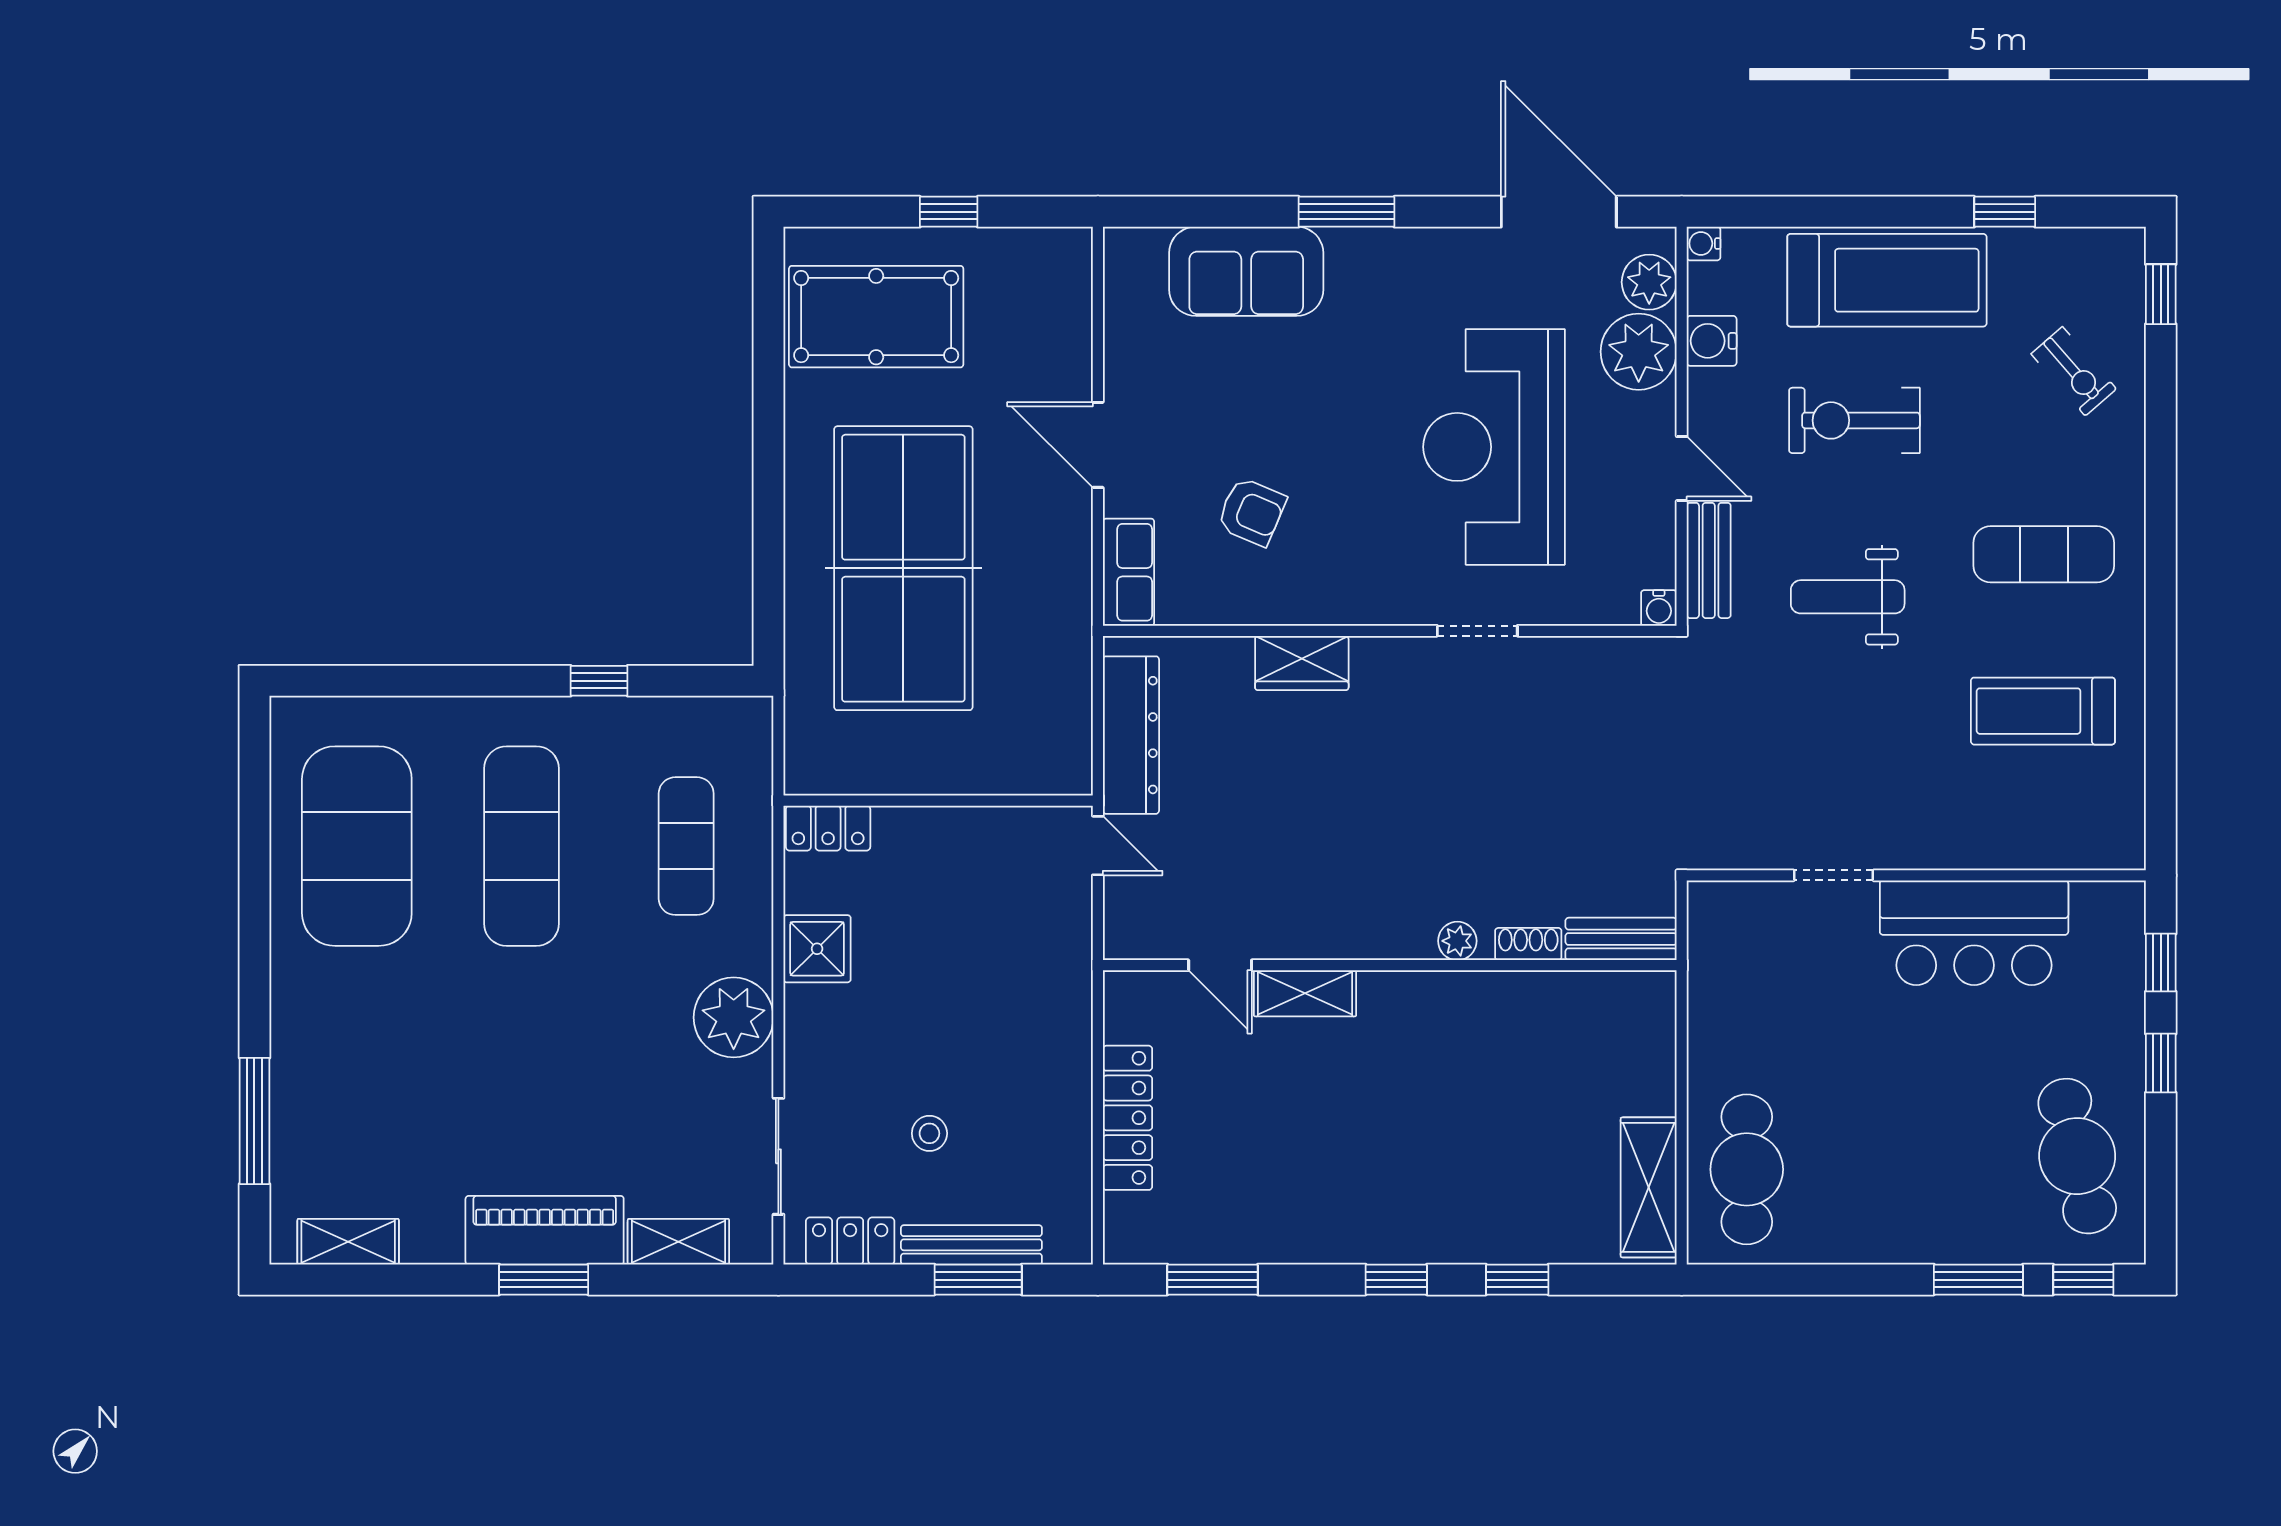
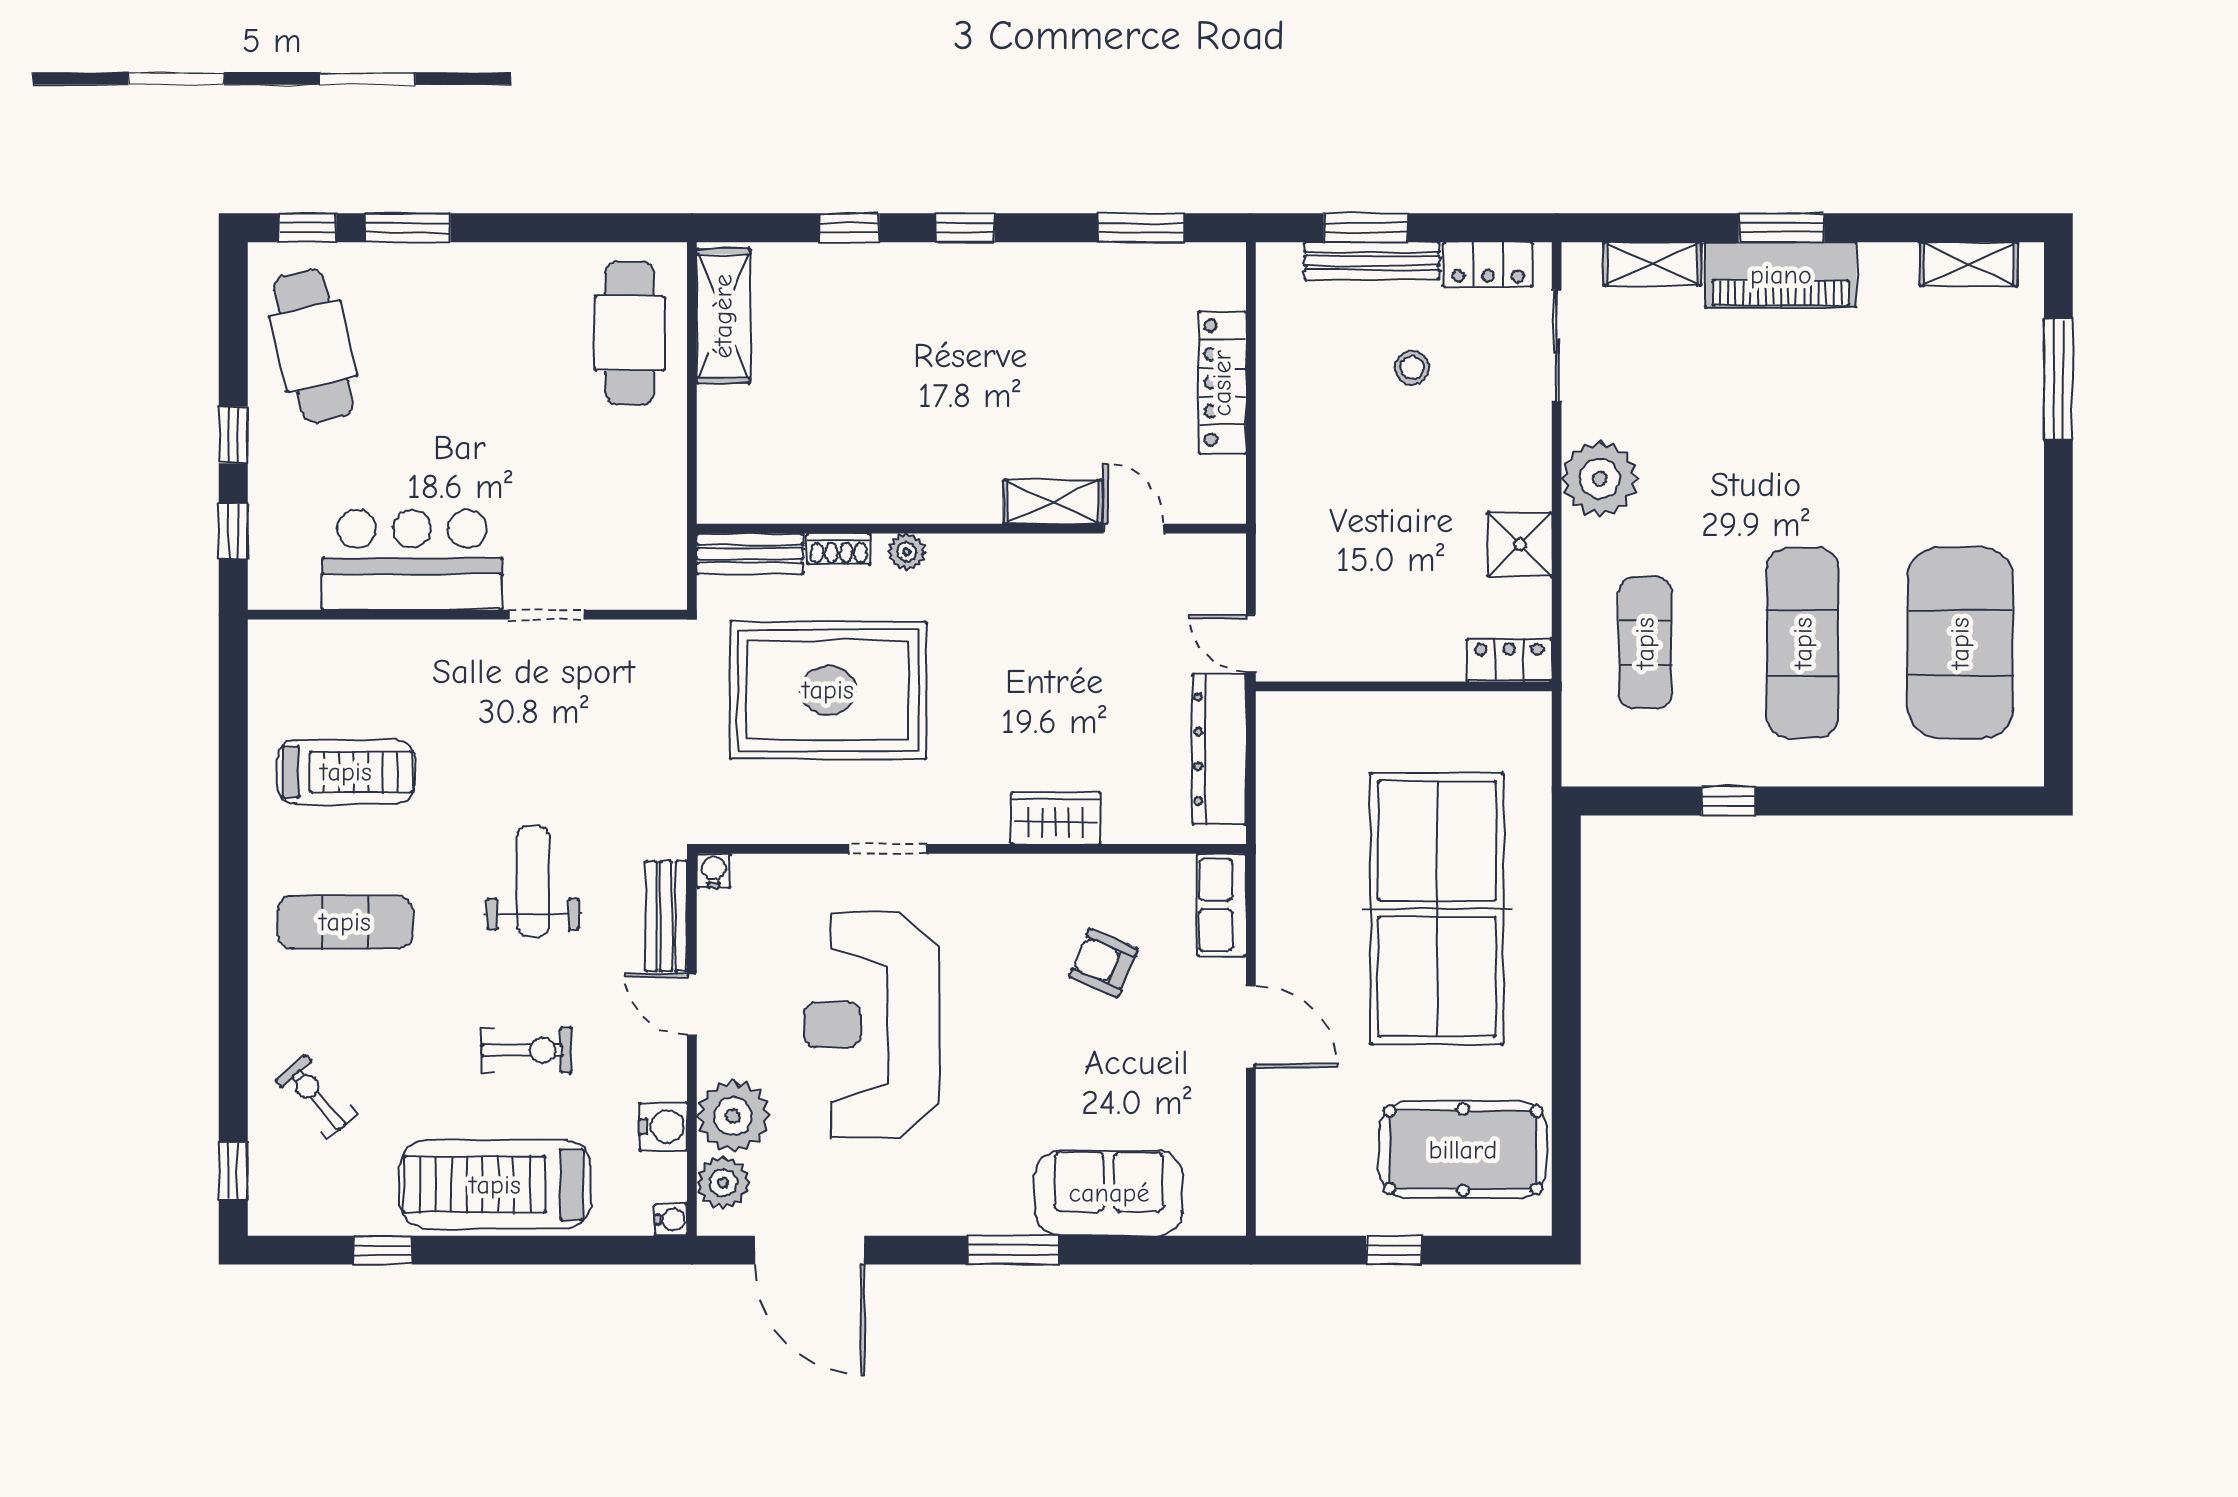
exercise bike: (1854, 420) -> (527, 1050), width x0.73, depth x0.72
reception desk: (1494, 447) -> (872, 1025), turned 180
weight bench: (1848, 597) -> (533, 881), turned -90
rug: (1539, 797) -> (828, 690), added

